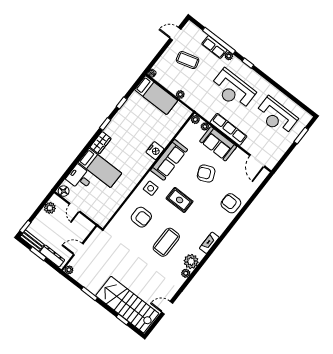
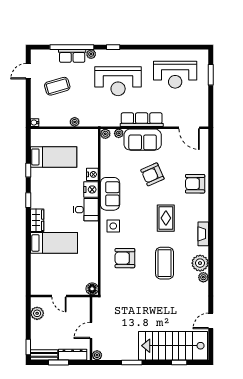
bed: (156, 95) -> (54, 157), moved
nightstand: (164, 141) -> (92, 174), added
sofa: (169, 160) -> (110, 194), width x0.73
desk: (80, 178) -> (86, 210), moved, turned 180
floor lamp: (64, 191) -> (92, 289), moved
rug: (180, 200) -> (166, 218), moved, turned 90
armchair: (141, 217) -> (125, 258), turned 180

